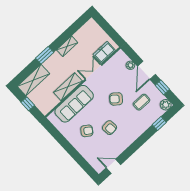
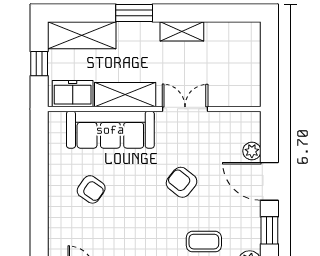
freezer: (104, 52) -> (73, 94), moved
door: (146, 70) -> (269, 181), hinge flipped
coffee table: (142, 102) -> (204, 242), moved
armchair: (110, 128) -> (131, 217), removed

